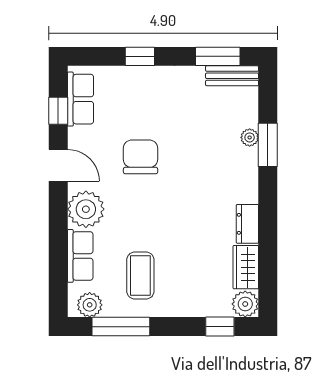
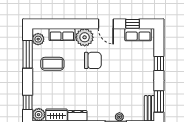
chair: (141, 157) -> (93, 60), moved
door: (58, 165) -> (106, 24), hinge flipped

